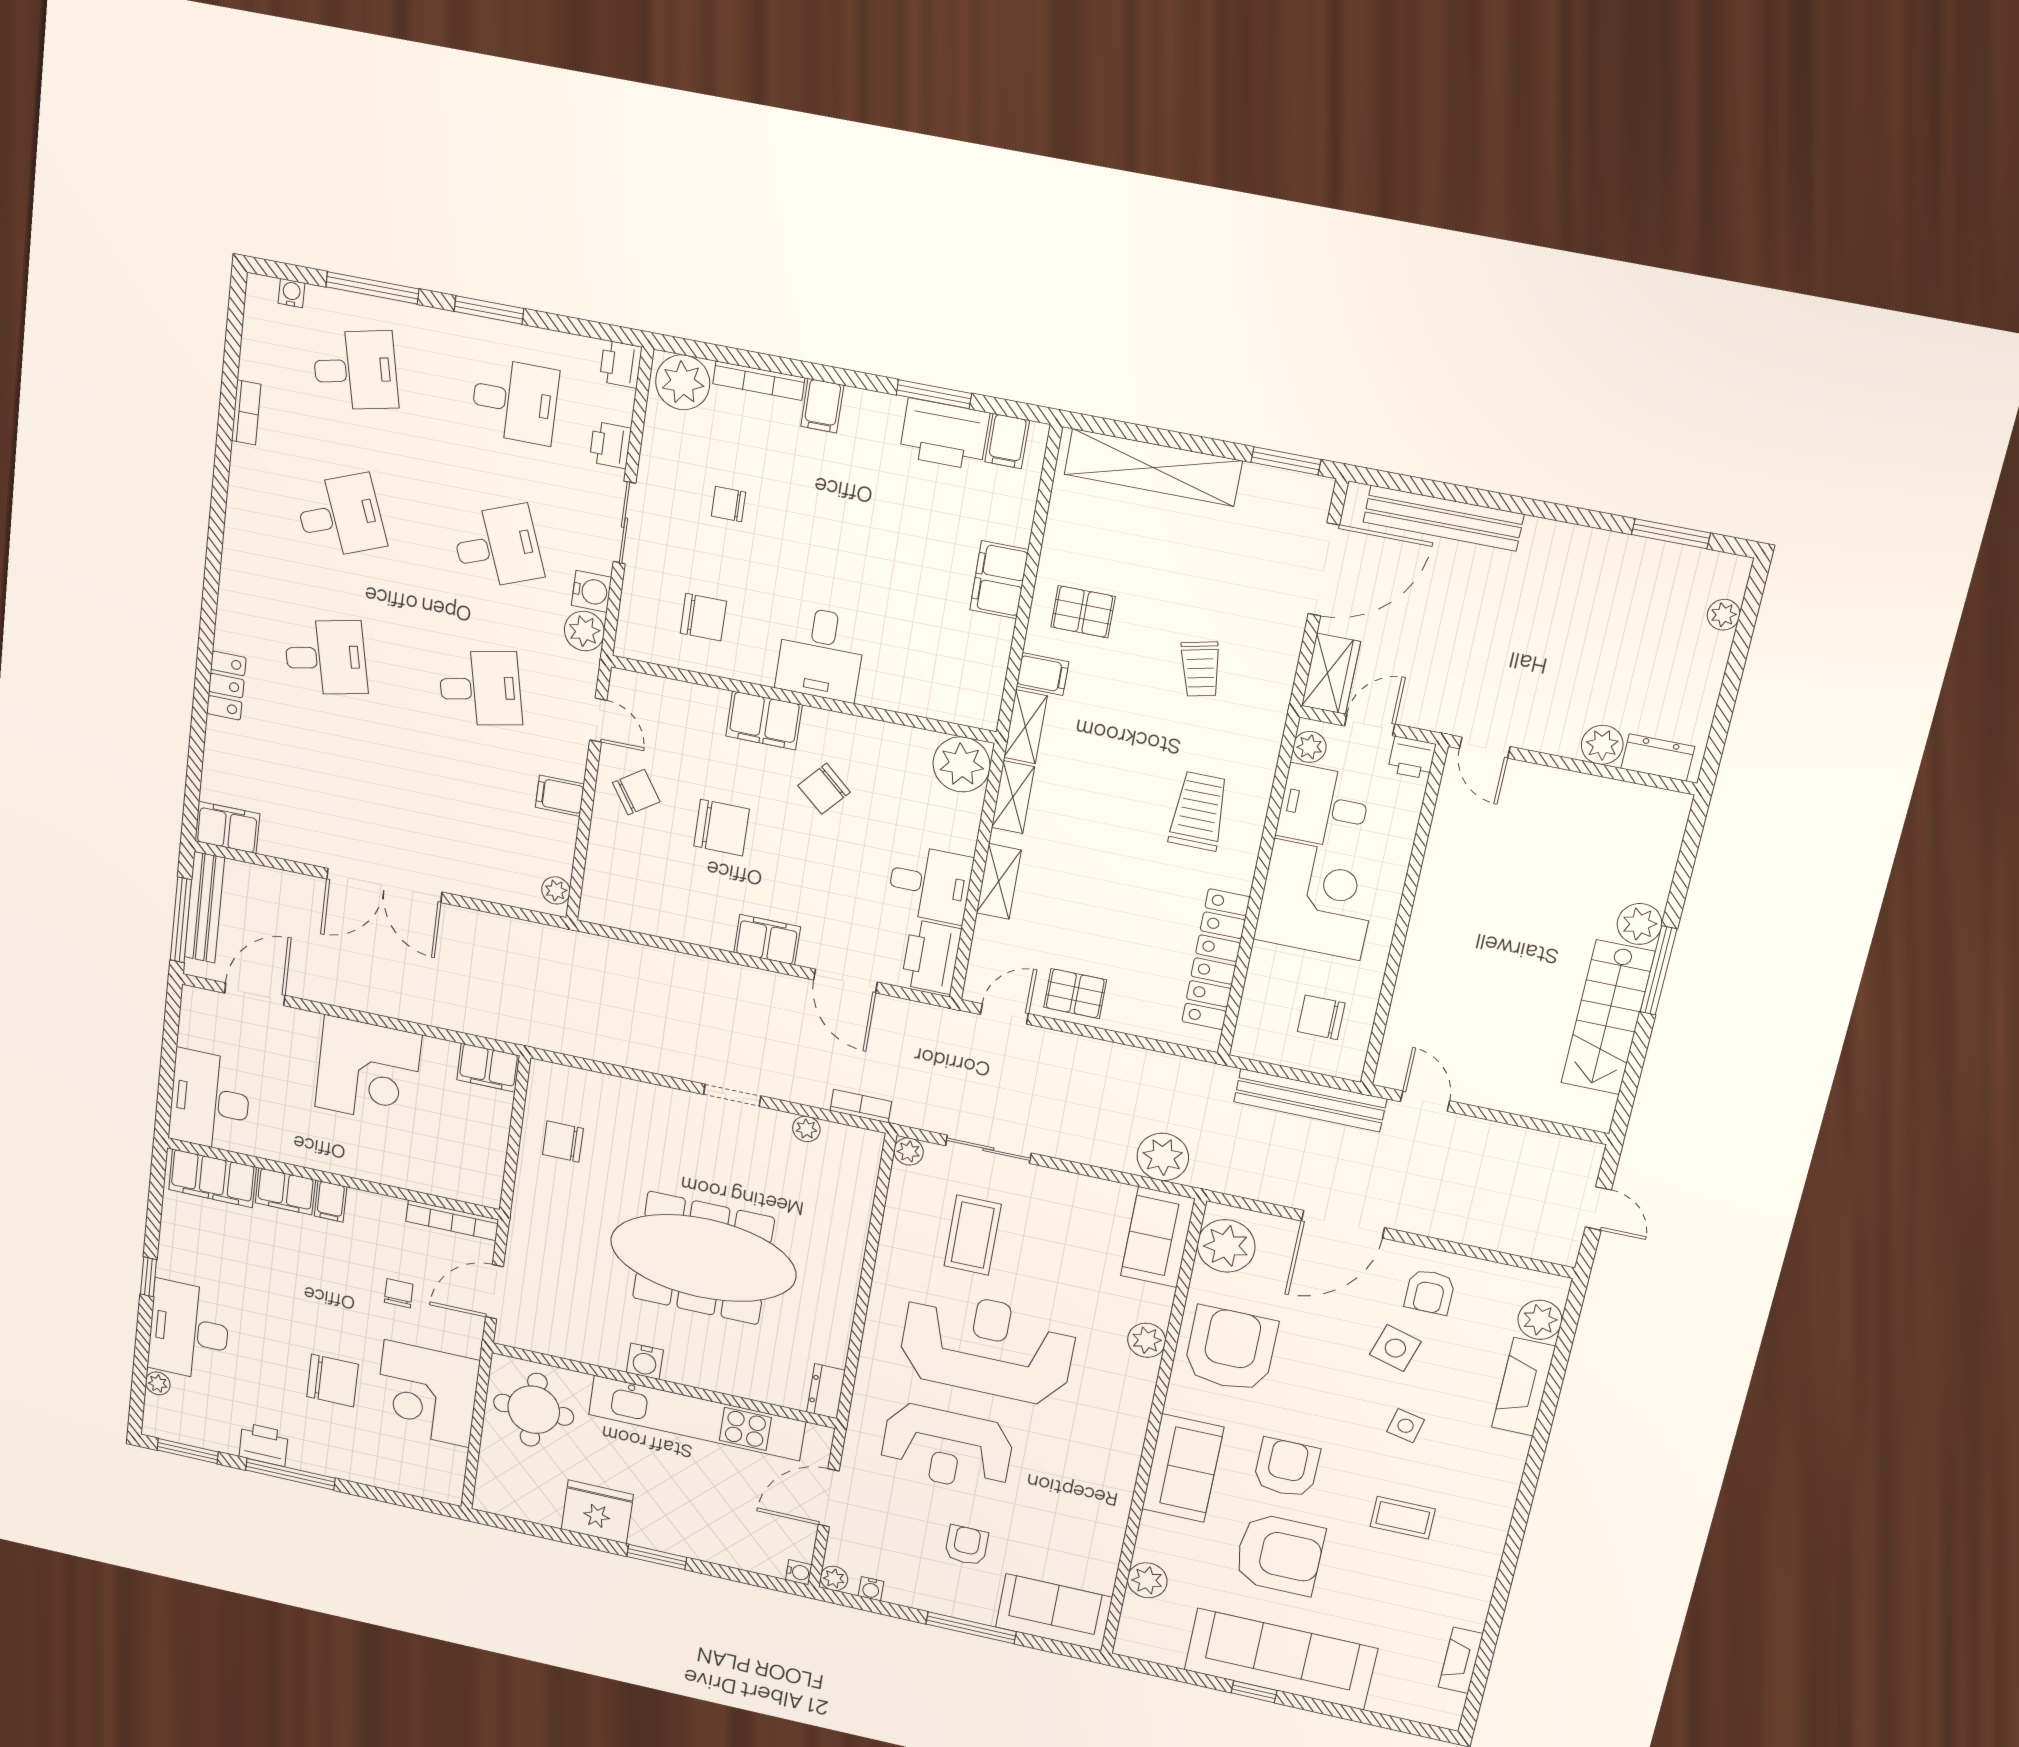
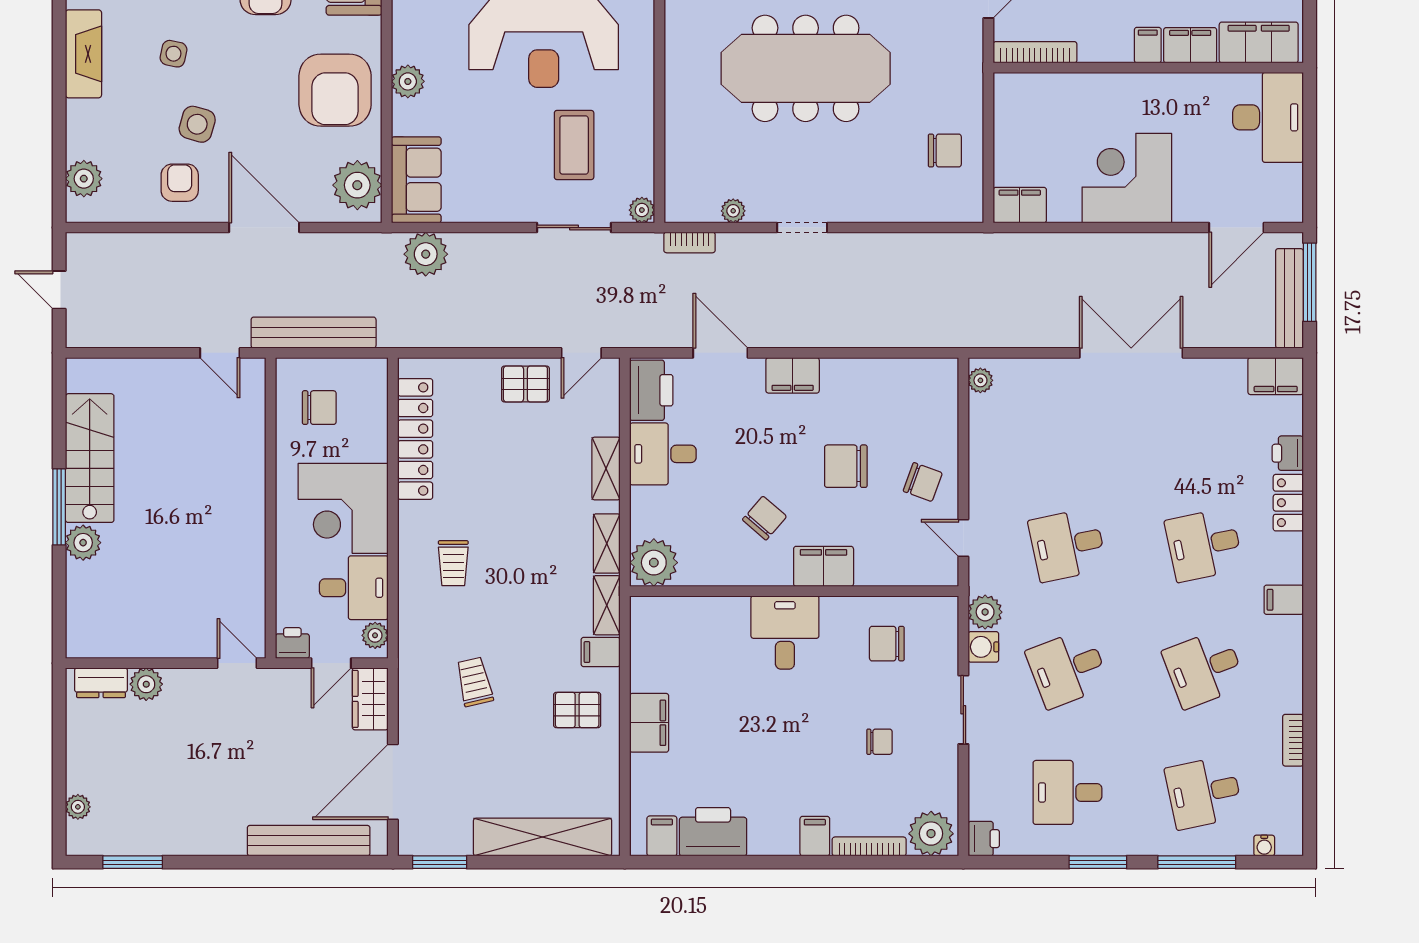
window: (934, 394) -> (727, 862), removed
printer: (610, 445) -> (1288, 453), moved, turned 180
chair: (636, 792) -> (923, 482), turned -126
filing cabinet: (560, 796) -> (1284, 600), moved, turned 180
trolley: (1199, 811) -> (453, 563), width x0.73, depth x0.72
door: (1343, 1224) -> (264, 228), hinge flipped
fireplace: (1524, 1387) -> (83, 54), moved

